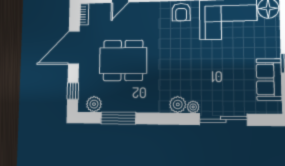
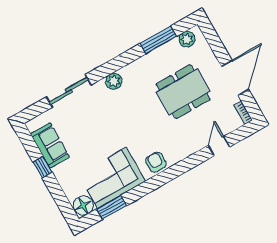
window: (73, 91) -> (213, 39), removed
plant: (193, 107) -> (99, 87), removed

